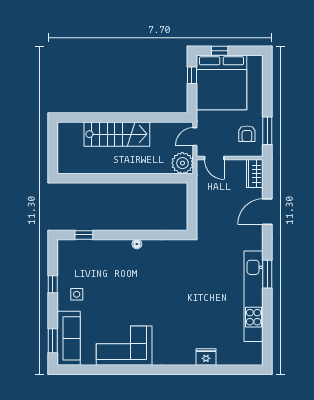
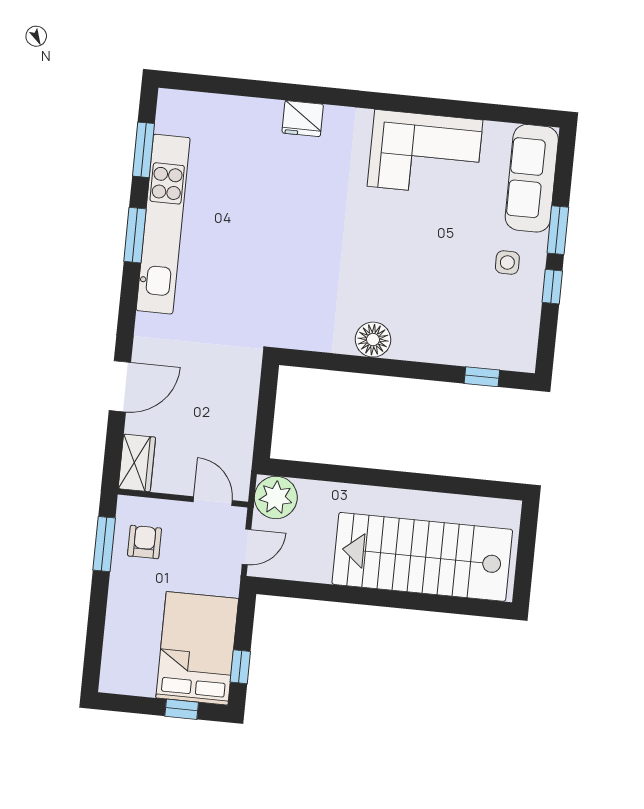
bed: (221, 82) -> (197, 648), width x0.73
stairs: (117, 134) -> (422, 557), width x1.36, depth x1.51
floor lamp: (137, 244) -> (373, 340), width x1.89, depth x1.89
window: (267, 274) -> (135, 235), moved
window: (267, 333) -> (144, 150), added
window: (53, 341) -> (558, 230), moved
fridge: (206, 357) -> (303, 119), moved

